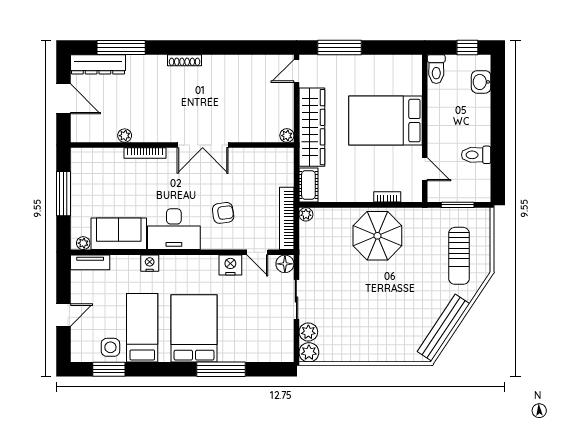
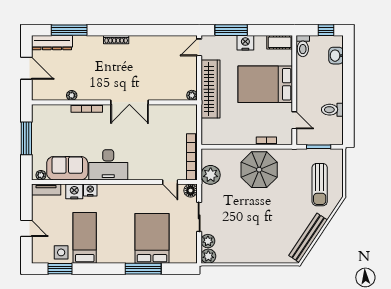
nightstand: (359, 65) -> (245, 43), added
cot: (308, 185) -> (280, 42), moved, turned 90
armchair: (223, 213) -> (145, 153), removed
plant: (306, 214) -> (211, 175), moved, width x1.88, depth x1.88
nightstand: (230, 265) -> (74, 191), moved
door: (63, 315) -> (26, 228), hinge flipped
bed: (194, 328) -> (152, 238), moved

